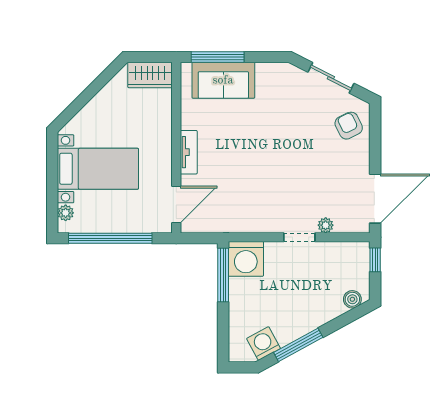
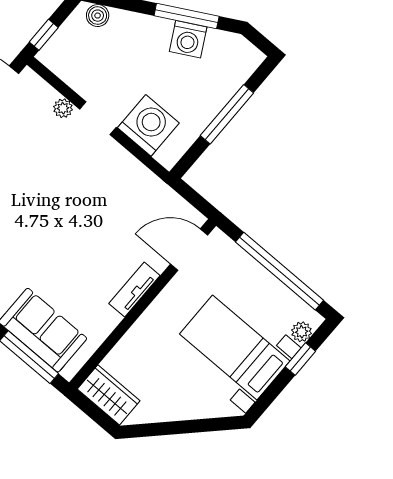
window: (52, 196) -> (300, 359), added
washing machine: (246, 259) -> (148, 125), moved
window: (223, 275) -> (227, 114), moved
washing machine: (264, 344) -> (188, 39), moved

